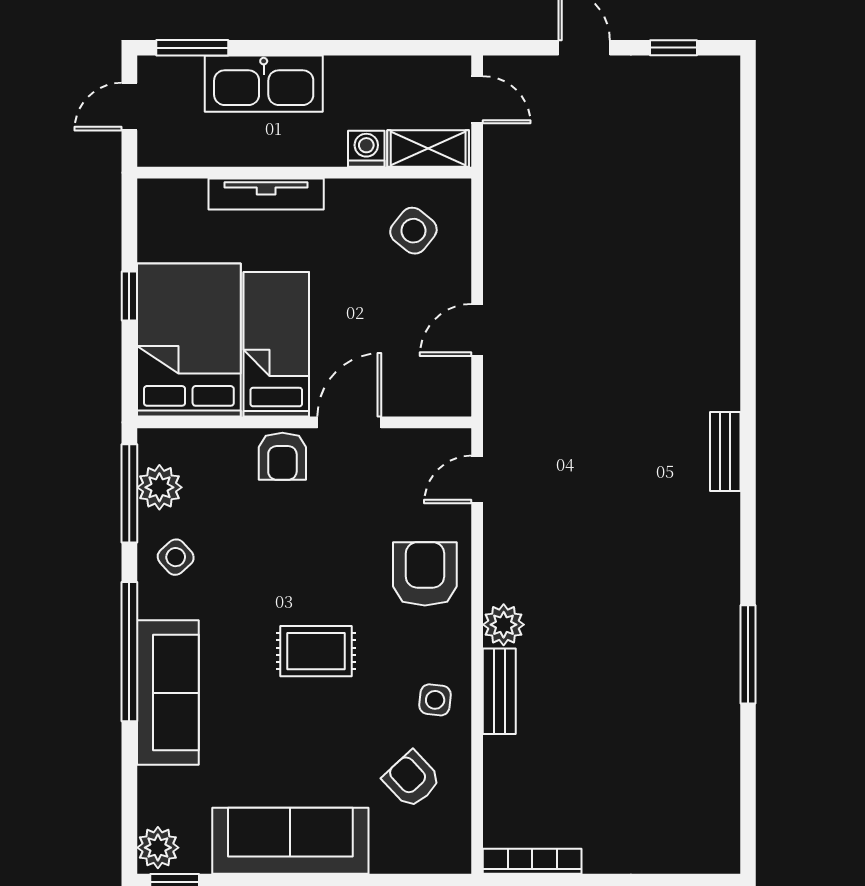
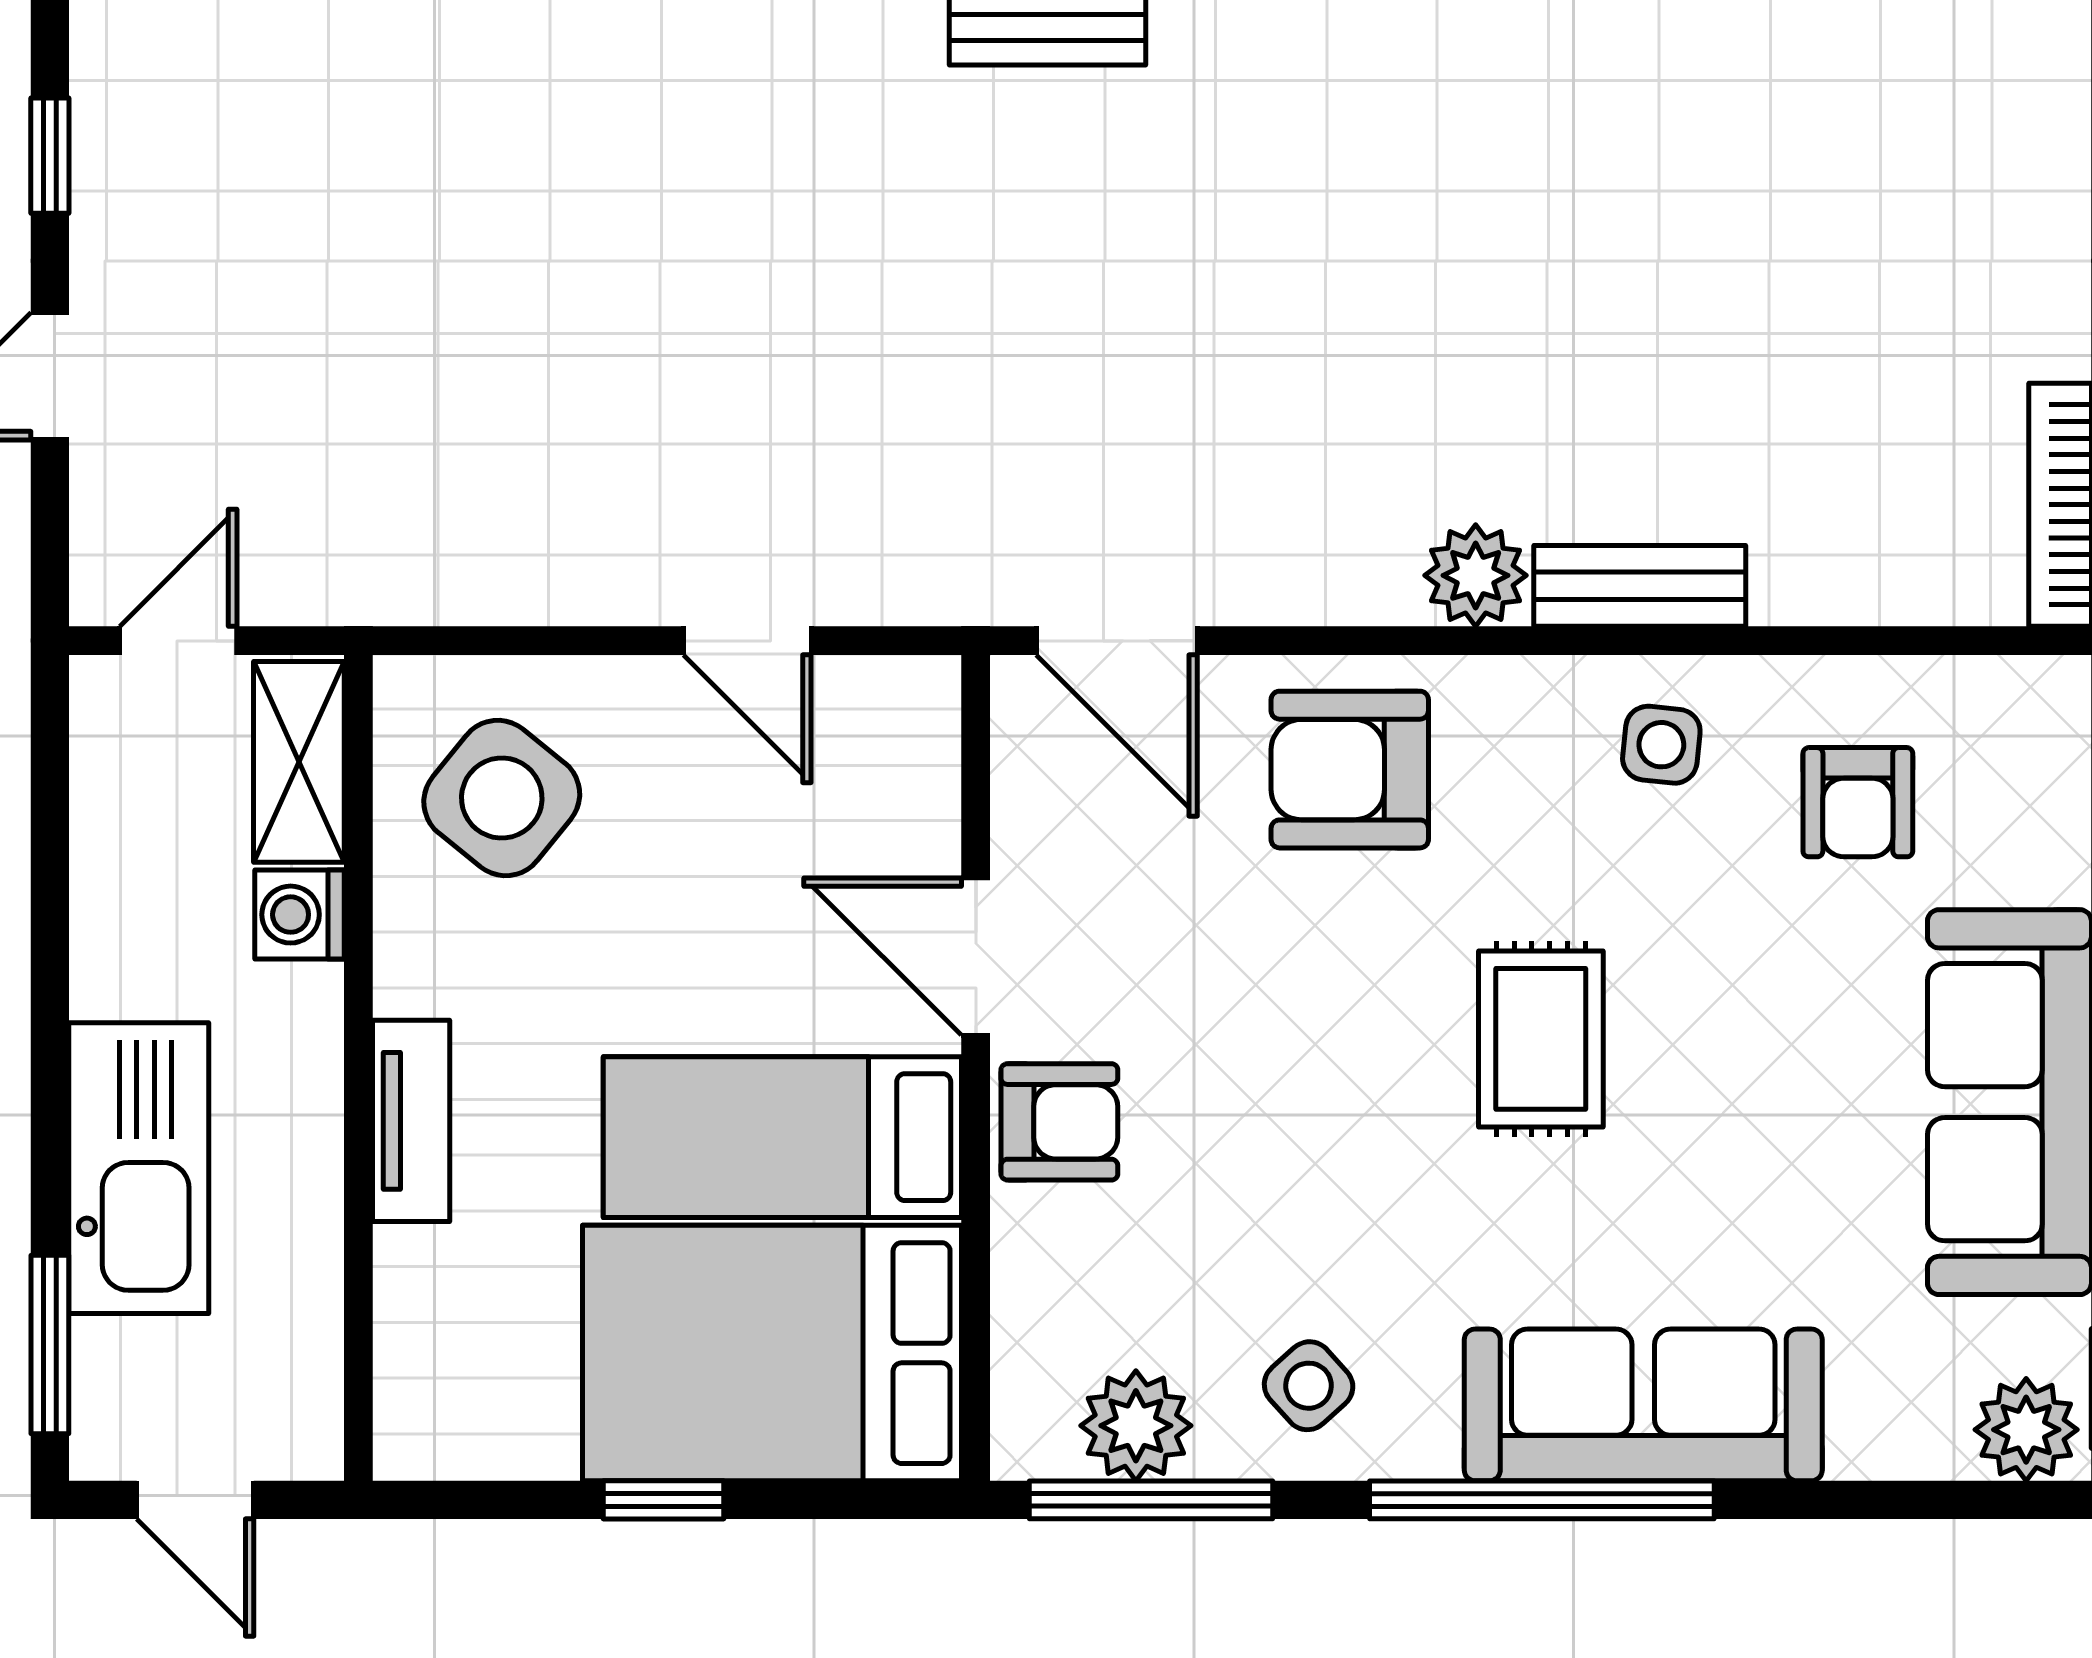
tv unit: (266, 194) -> (411, 1121), width x0.71
side table: (413, 231) -> (502, 798), width x1.37, depth x1.37
door: (477, 479) -> (1117, 641), width x1.38
armchair: (412, 779) -> (1858, 802), turned -47

